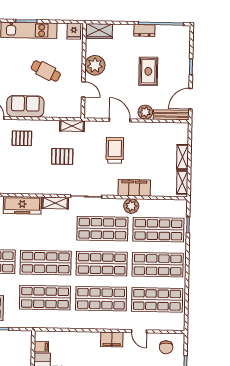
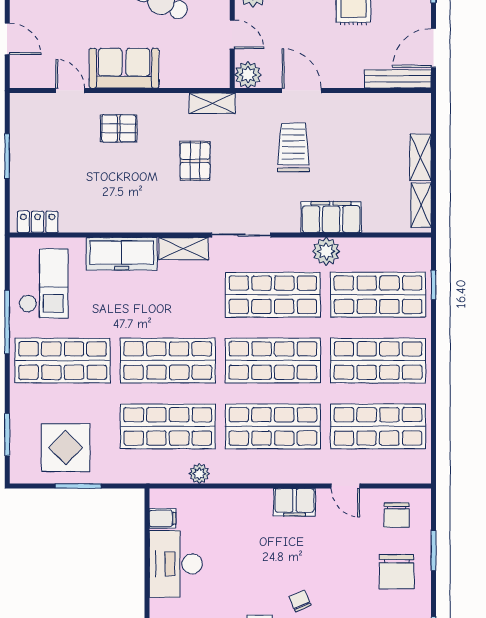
plant: (145, 112) -> (248, 75), moved
pallet: (62, 156) -> (195, 161), turned 90
plant: (61, 323) -> (199, 474), added

